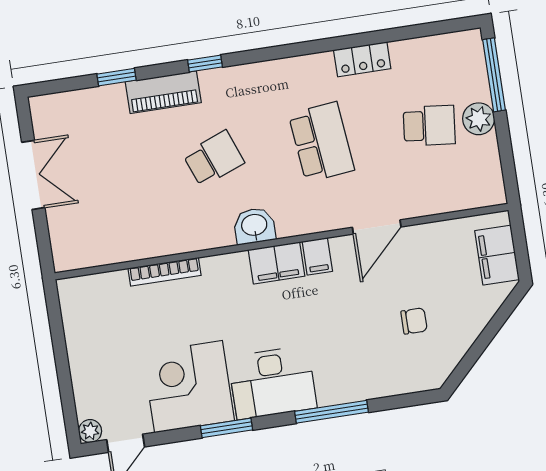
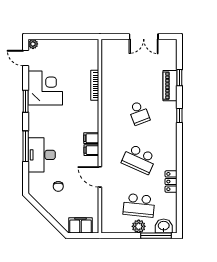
piano: (163, 92) -> (170, 86), moved
school desk: (429, 126) -> (139, 205), width x1.85
school desk: (321, 142) -> (139, 159), turned 30
washbasin: (254, 226) -> (164, 226), moved, turned -90
filing cabinet: (277, 263) -> (91, 138), width x0.50
desk: (272, 382) -> (42, 155), moved

